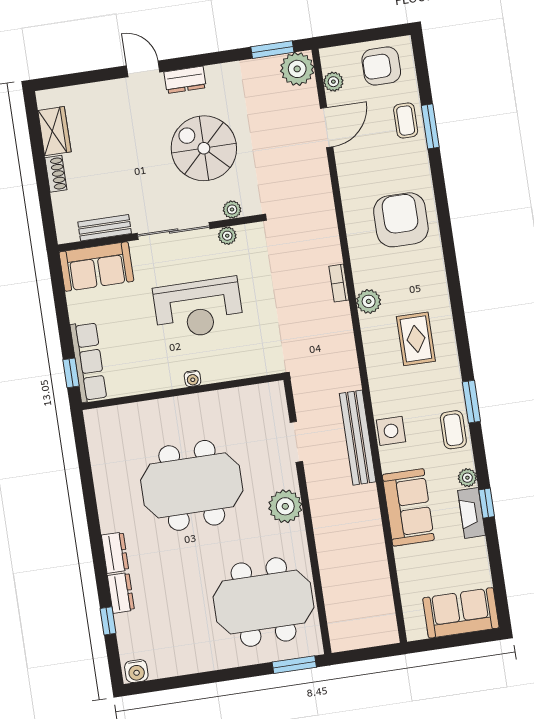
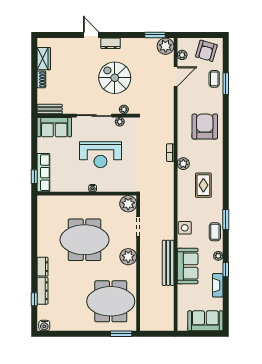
armchair: (381, 66) -> (206, 51), turned -74
bench: (105, 228) -> (50, 109), moved
plant: (269, 399) -> (128, 204), added
bench: (358, 438) -> (168, 263), moved
fireplace: (472, 513) -> (218, 285), moved
dresser: (121, 593) -> (43, 291), width x1.44

